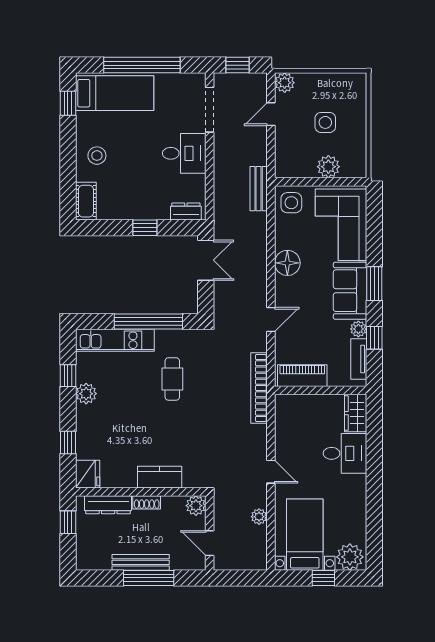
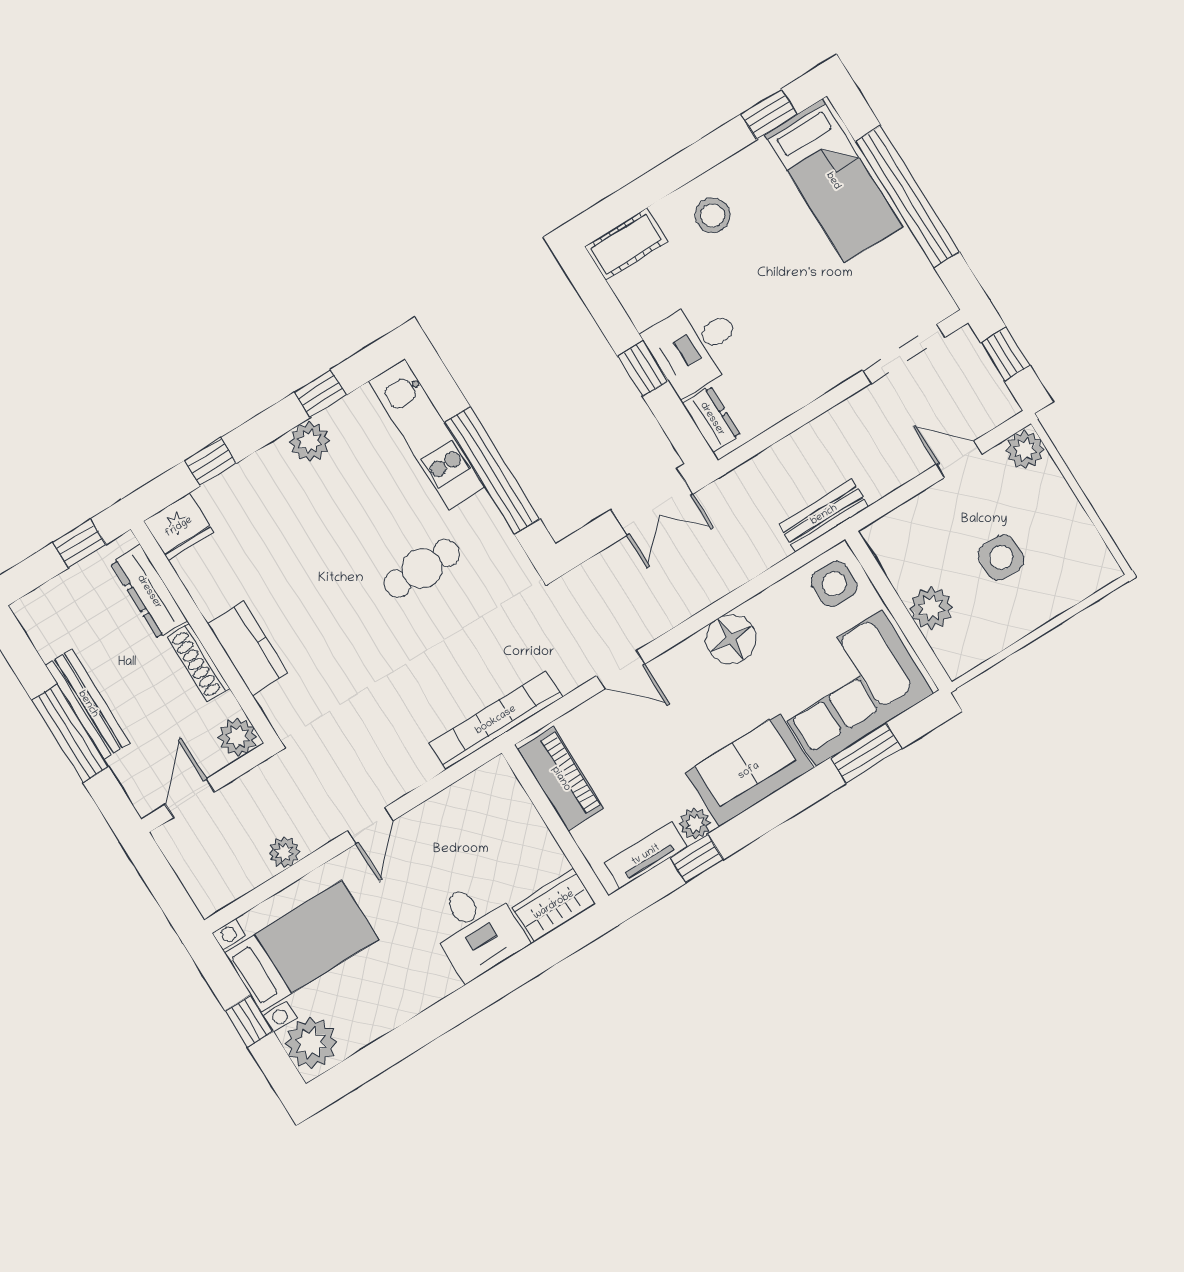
desk: (184, 153) -> (695, 345), moved, turned 90
window: (374, 284) -> (866, 753), moved
shoe rack: (147, 502) -> (199, 663), width x1.43

